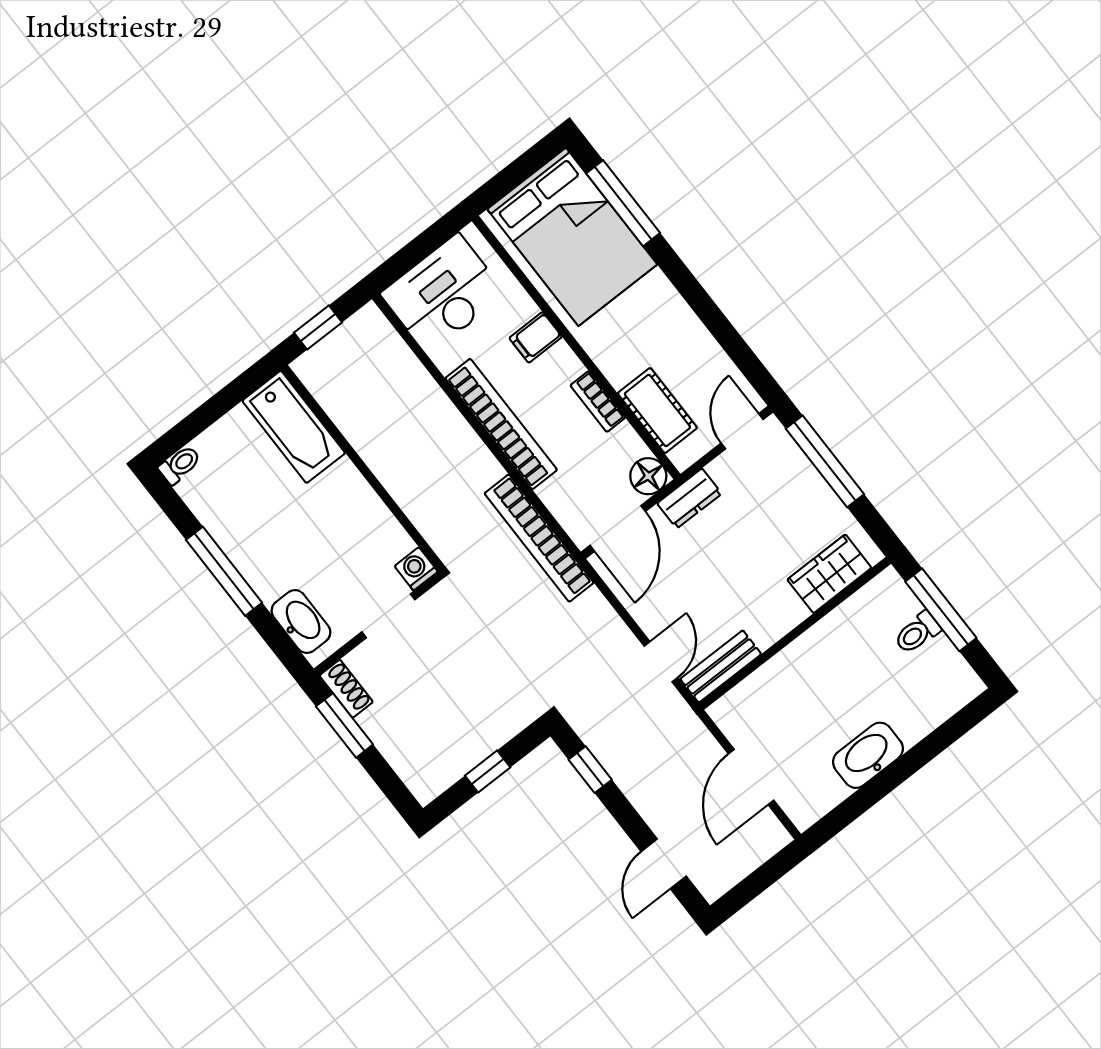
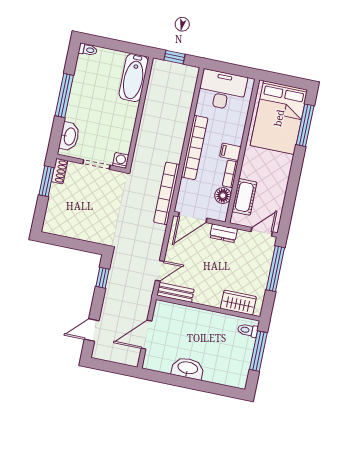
filing cabinet: (536, 337) -> (230, 152), moved
floor lamp: (648, 476) -> (223, 196), moved
toilet: (917, 633) -> (248, 330), moved
window: (488, 772) -> (72, 243), removed

